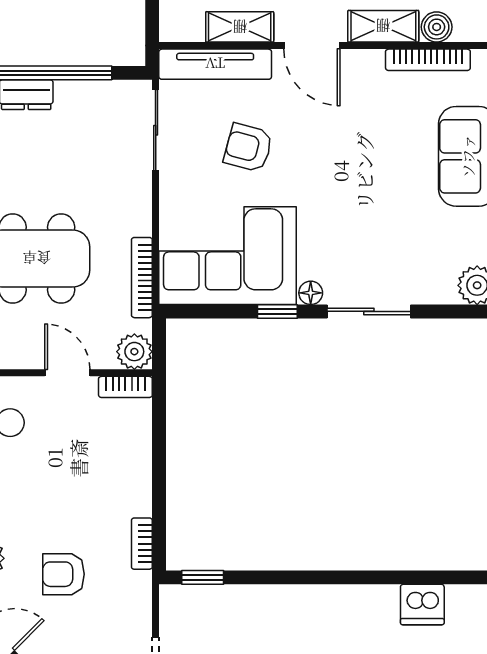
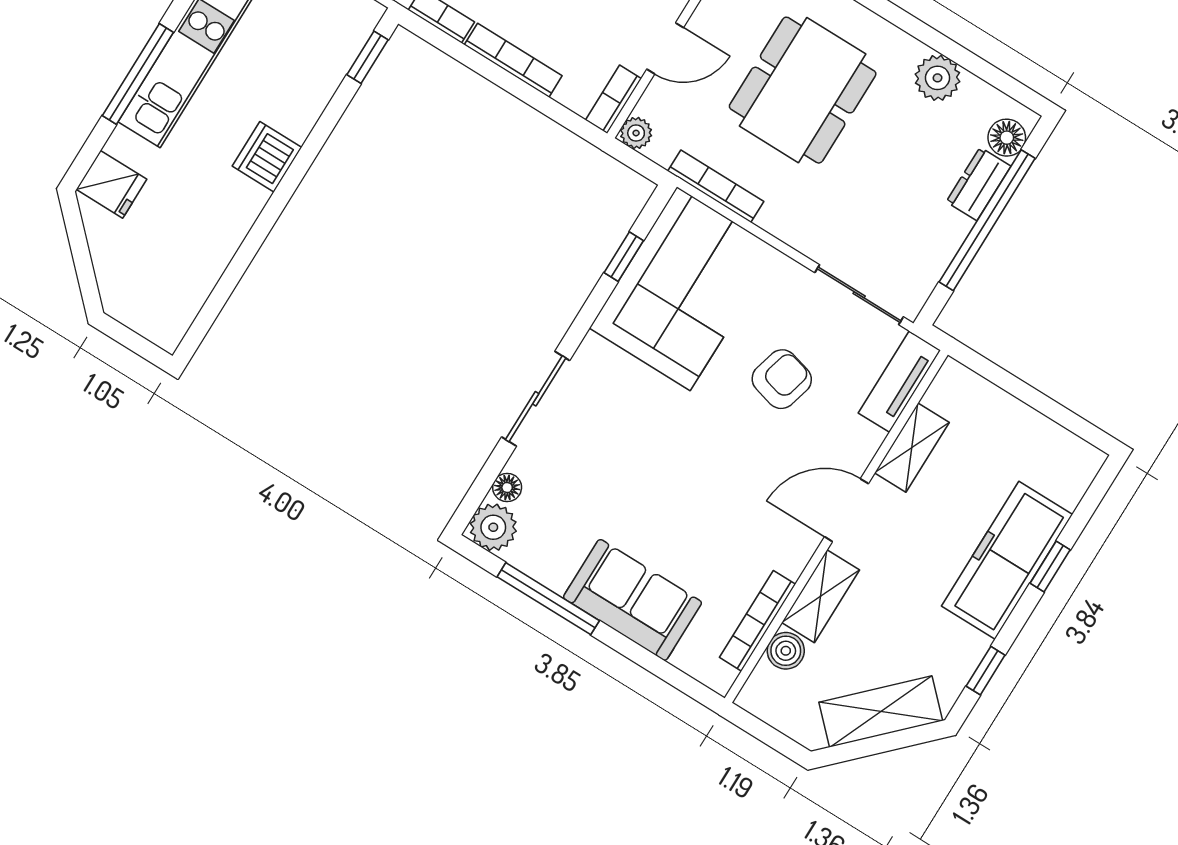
tv unit: (215, 64) -> (899, 382), width x0.71
floor lamp: (311, 293) -> (507, 487), moved
window: (277, 311) -> (624, 257), moved
plant: (134, 352) -> (636, 133), width x0.73, depth x0.73
bookcase: (142, 474) -> (513, 60), added
dishwasher: (422, 604) -> (267, 157), moved

